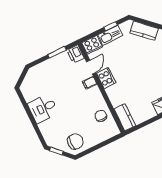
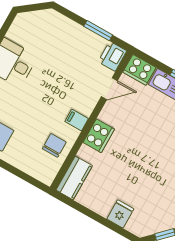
cooker: (106, 78) -> (99, 136), moved
filing cabinet: (90, 83) -> (77, 120), moved

